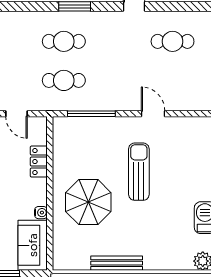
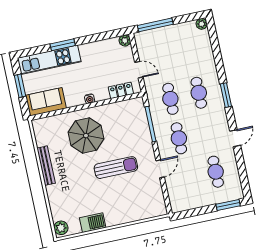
cafe table: (118, 80) -> (179, 138), added
door: (17, 114) -> (139, 70), swing flipped
locker: (39, 162) -> (121, 90), moved
water cooler: (41, 213) -> (90, 99), moved

